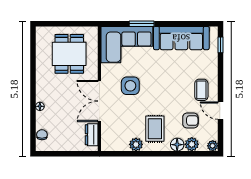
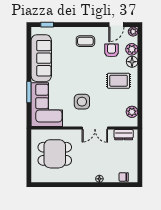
double door: (99, 101) -> (95, 128), width x0.73
door: (221, 111) -> (116, 25), moved
plant: (136, 144) -> (132, 112), moved

